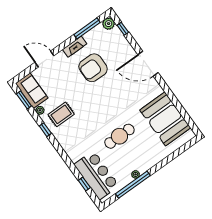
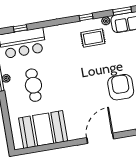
rug: (61, 114) -> (93, 38), turned 90
cafe table: (119, 136) -> (33, 85), moved

